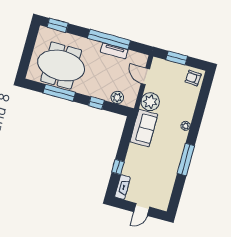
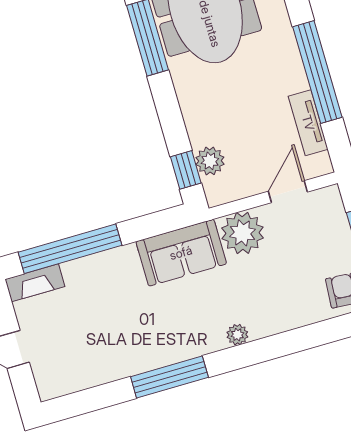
tv unit: (114, 51) -> (308, 123), moved
window: (96, 103) -> (186, 170), moved
window: (118, 167) -> (70, 249), width x3.17

